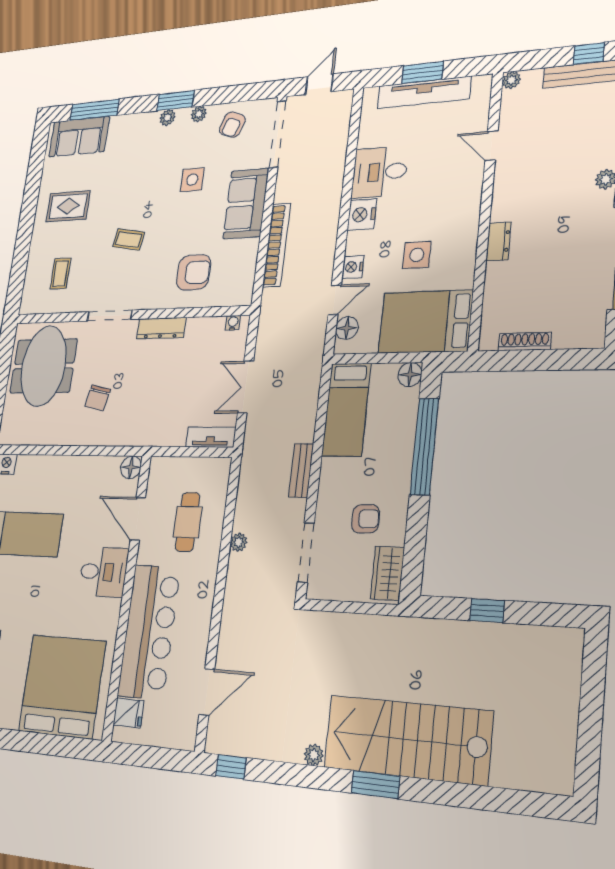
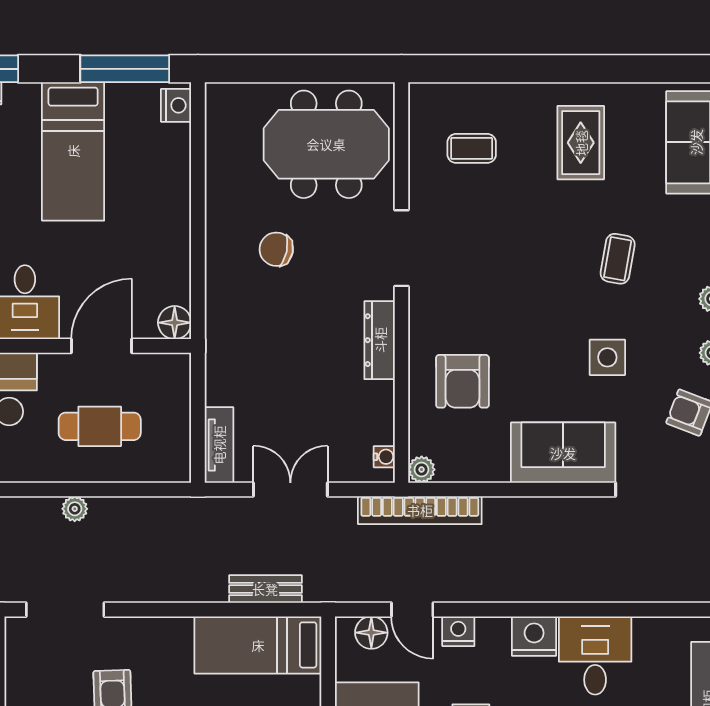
coffee table: (129, 239) -> (618, 259), moved
bookcase: (276, 245) -> (420, 510), moved
plant: (244, 297) -> (422, 470), added
bench: (301, 470) -> (265, 589), moved

